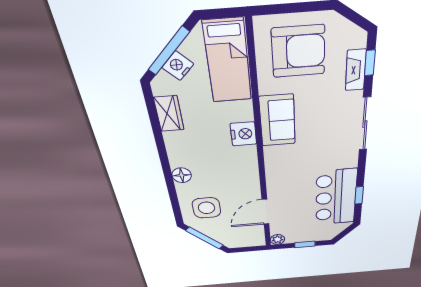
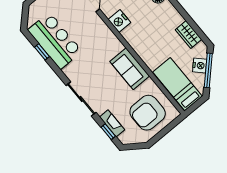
nightstand: (243, 134) -> (119, 21), moved

